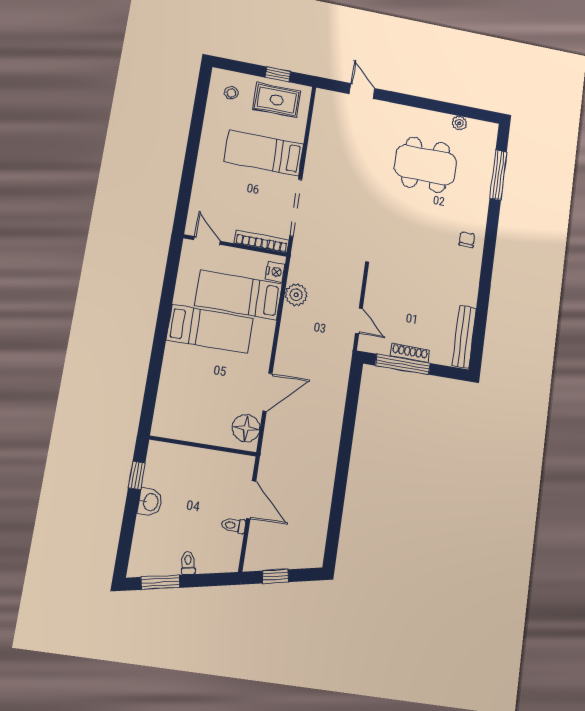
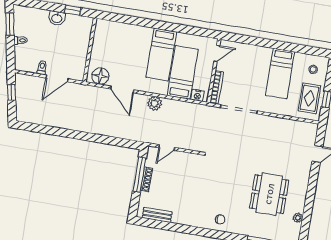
bed: (264, 153) -> (280, 73), moved, turned 180
plant: (296, 295) -> (155, 103), moved
bench: (464, 337) -> (157, 215), width x0.73

